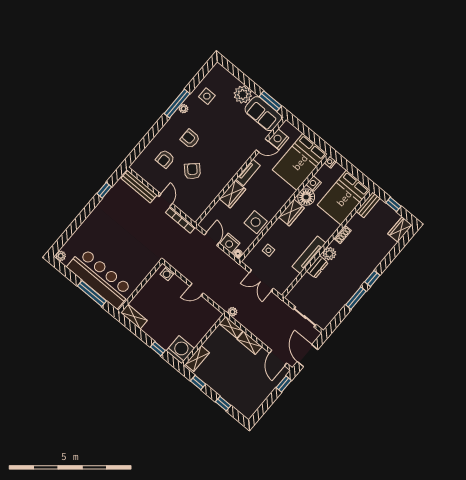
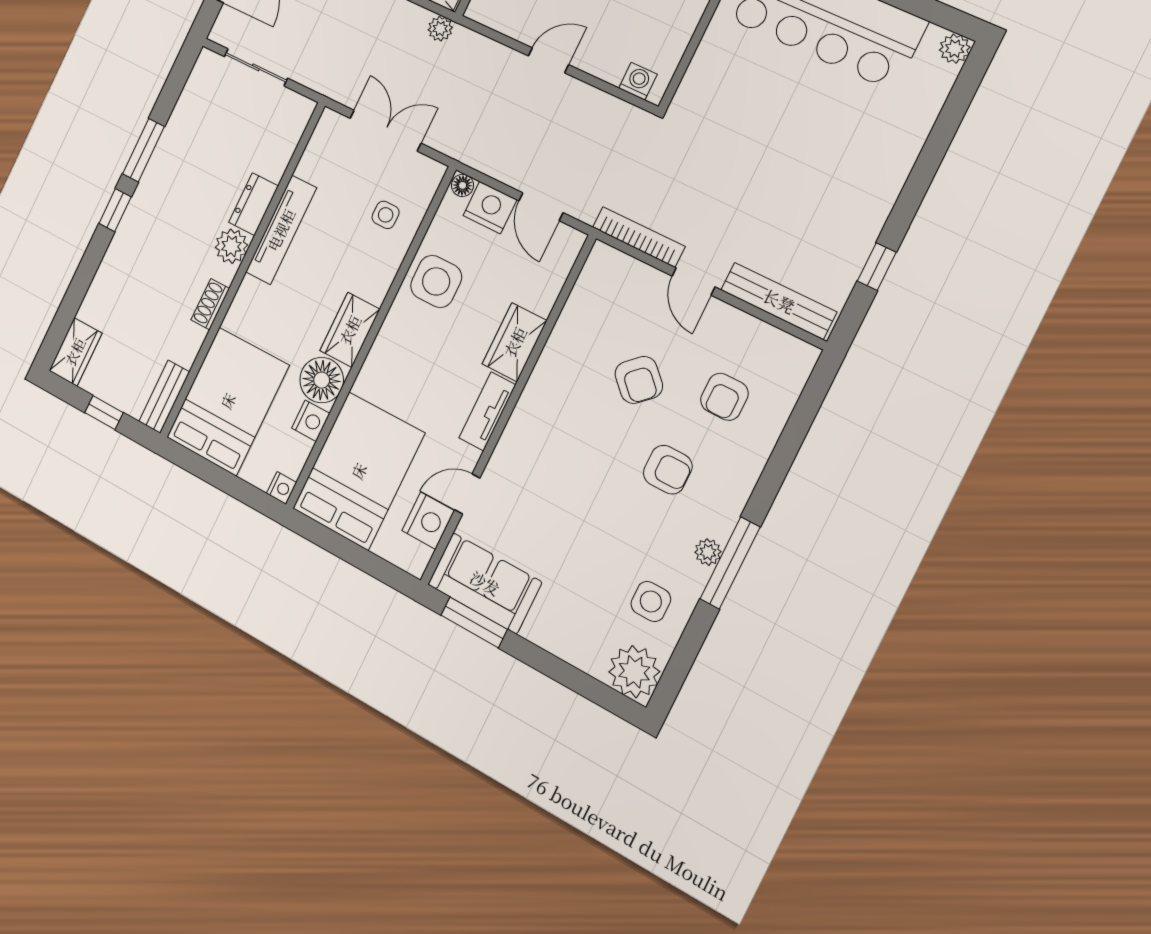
plant: (243, 94) -> (634, 672), moved
armchair: (165, 159) -> (724, 397), turned 180

